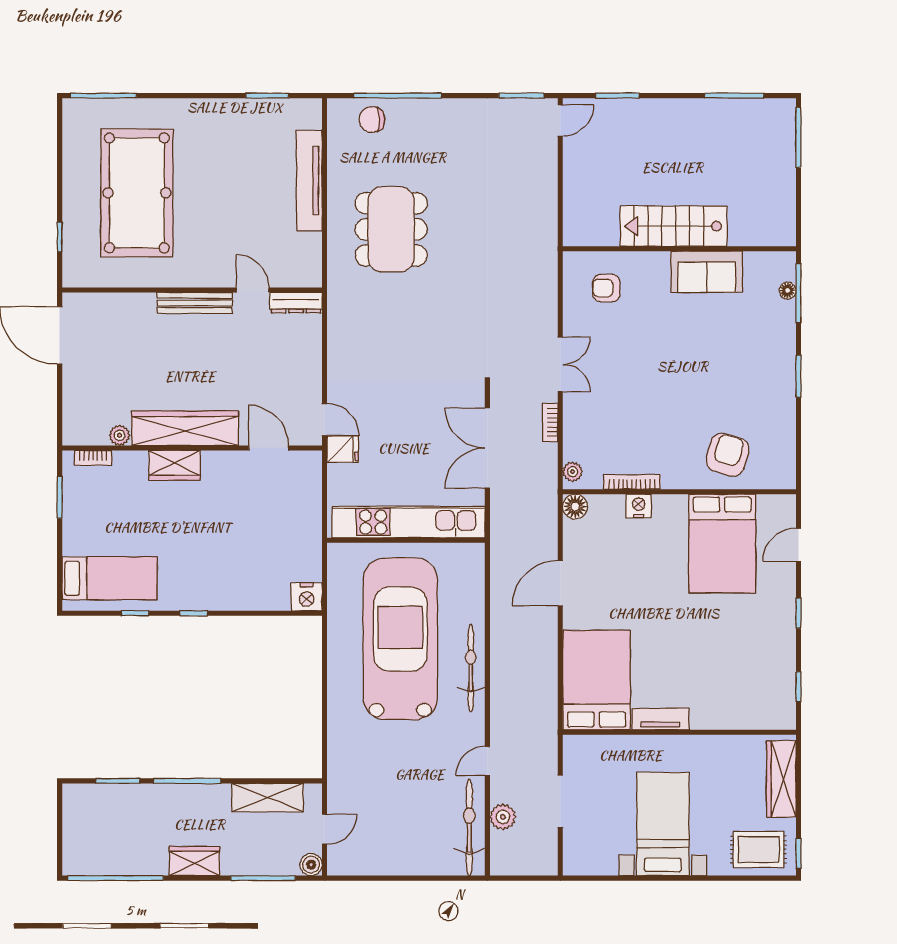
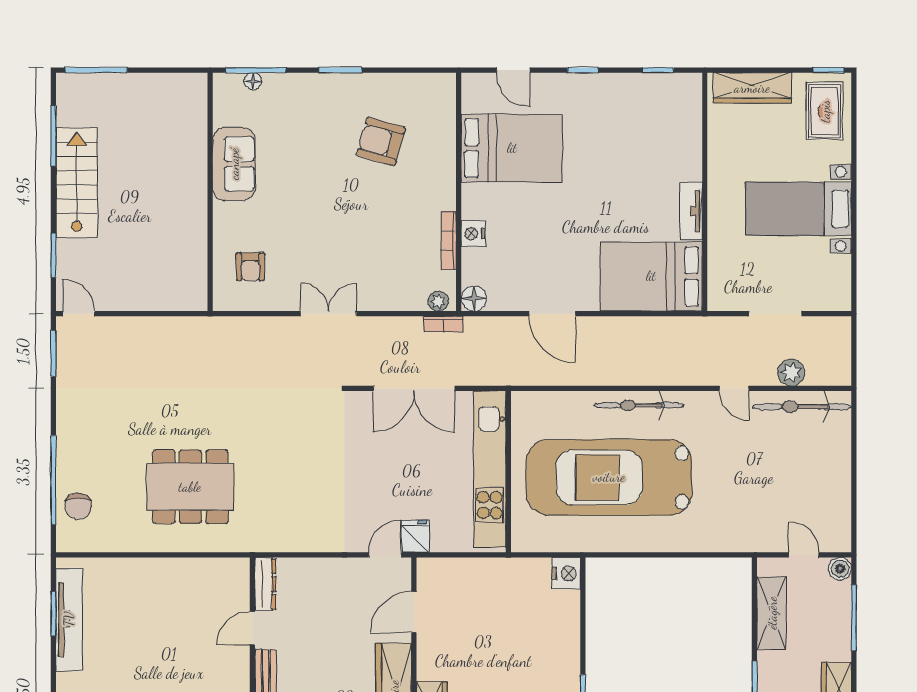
tv unit: (309, 181) -> (69, 619), moved, turned -90
stairs: (674, 226) -> (77, 183), moved, turned 180
bookcase: (550, 422) -> (443, 324), moved
armchair: (728, 455) -> (381, 142), moved

